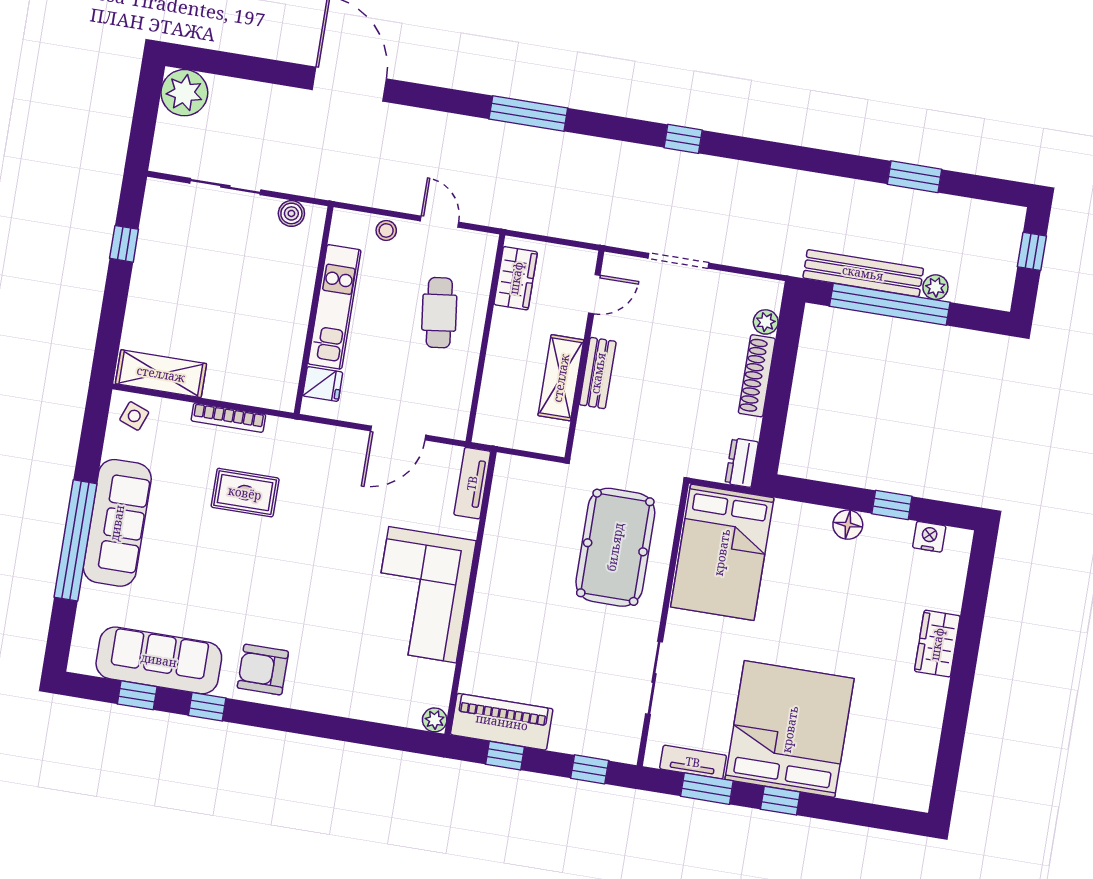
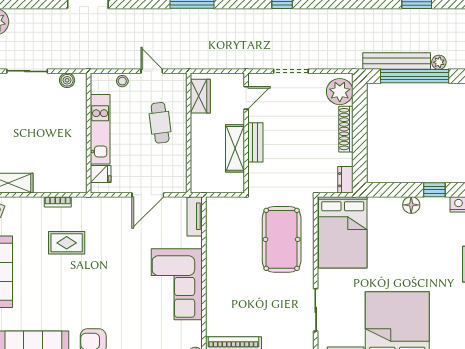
plant: (766, 322) -> (340, 92), width x1.88, depth x1.88
bookcase: (228, 418) -> (58, 202), width x0.64

